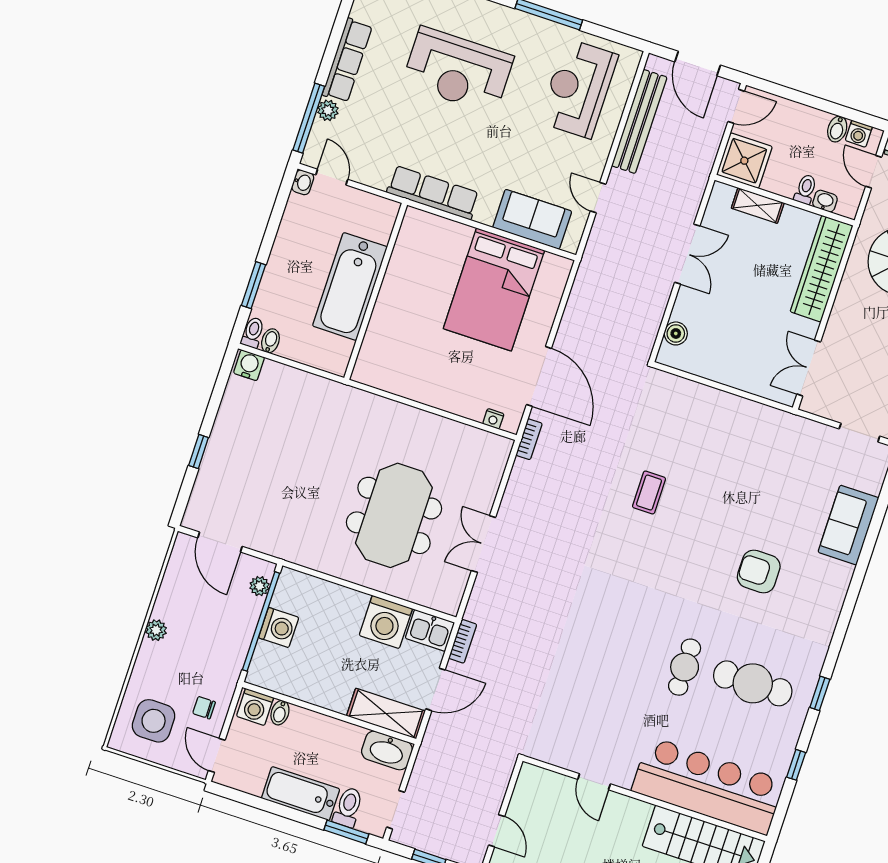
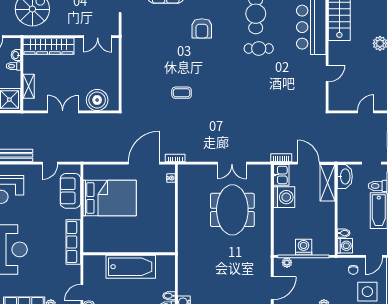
boiler: (676, 333) -> (97, 100), width x1.86, depth x1.86
meeting table: (394, 515) -> (232, 210), turned 90

